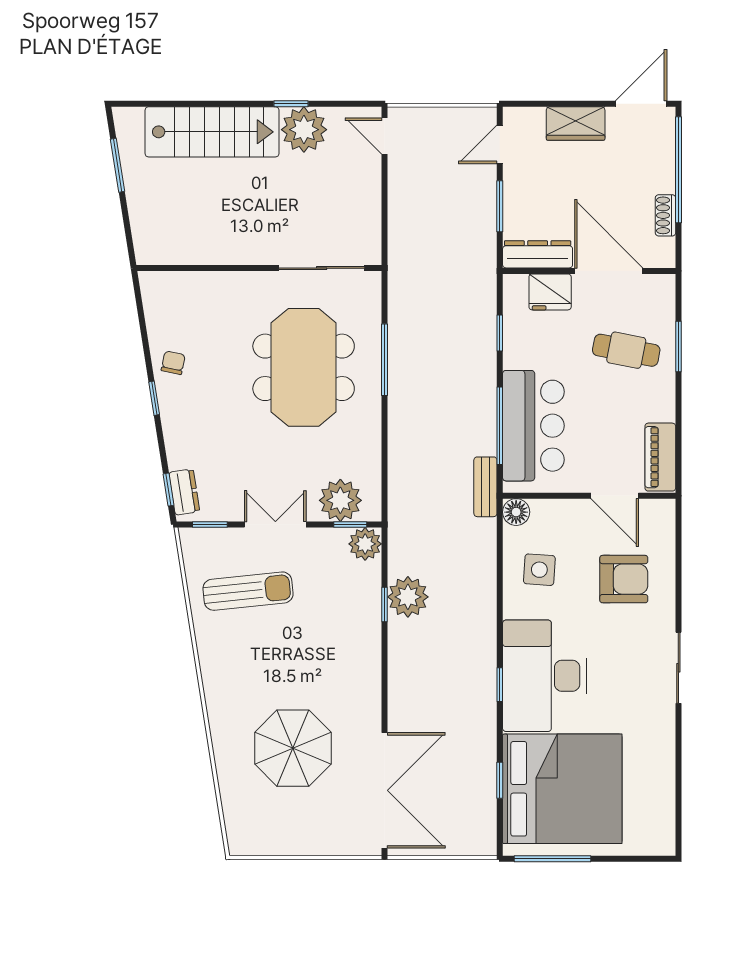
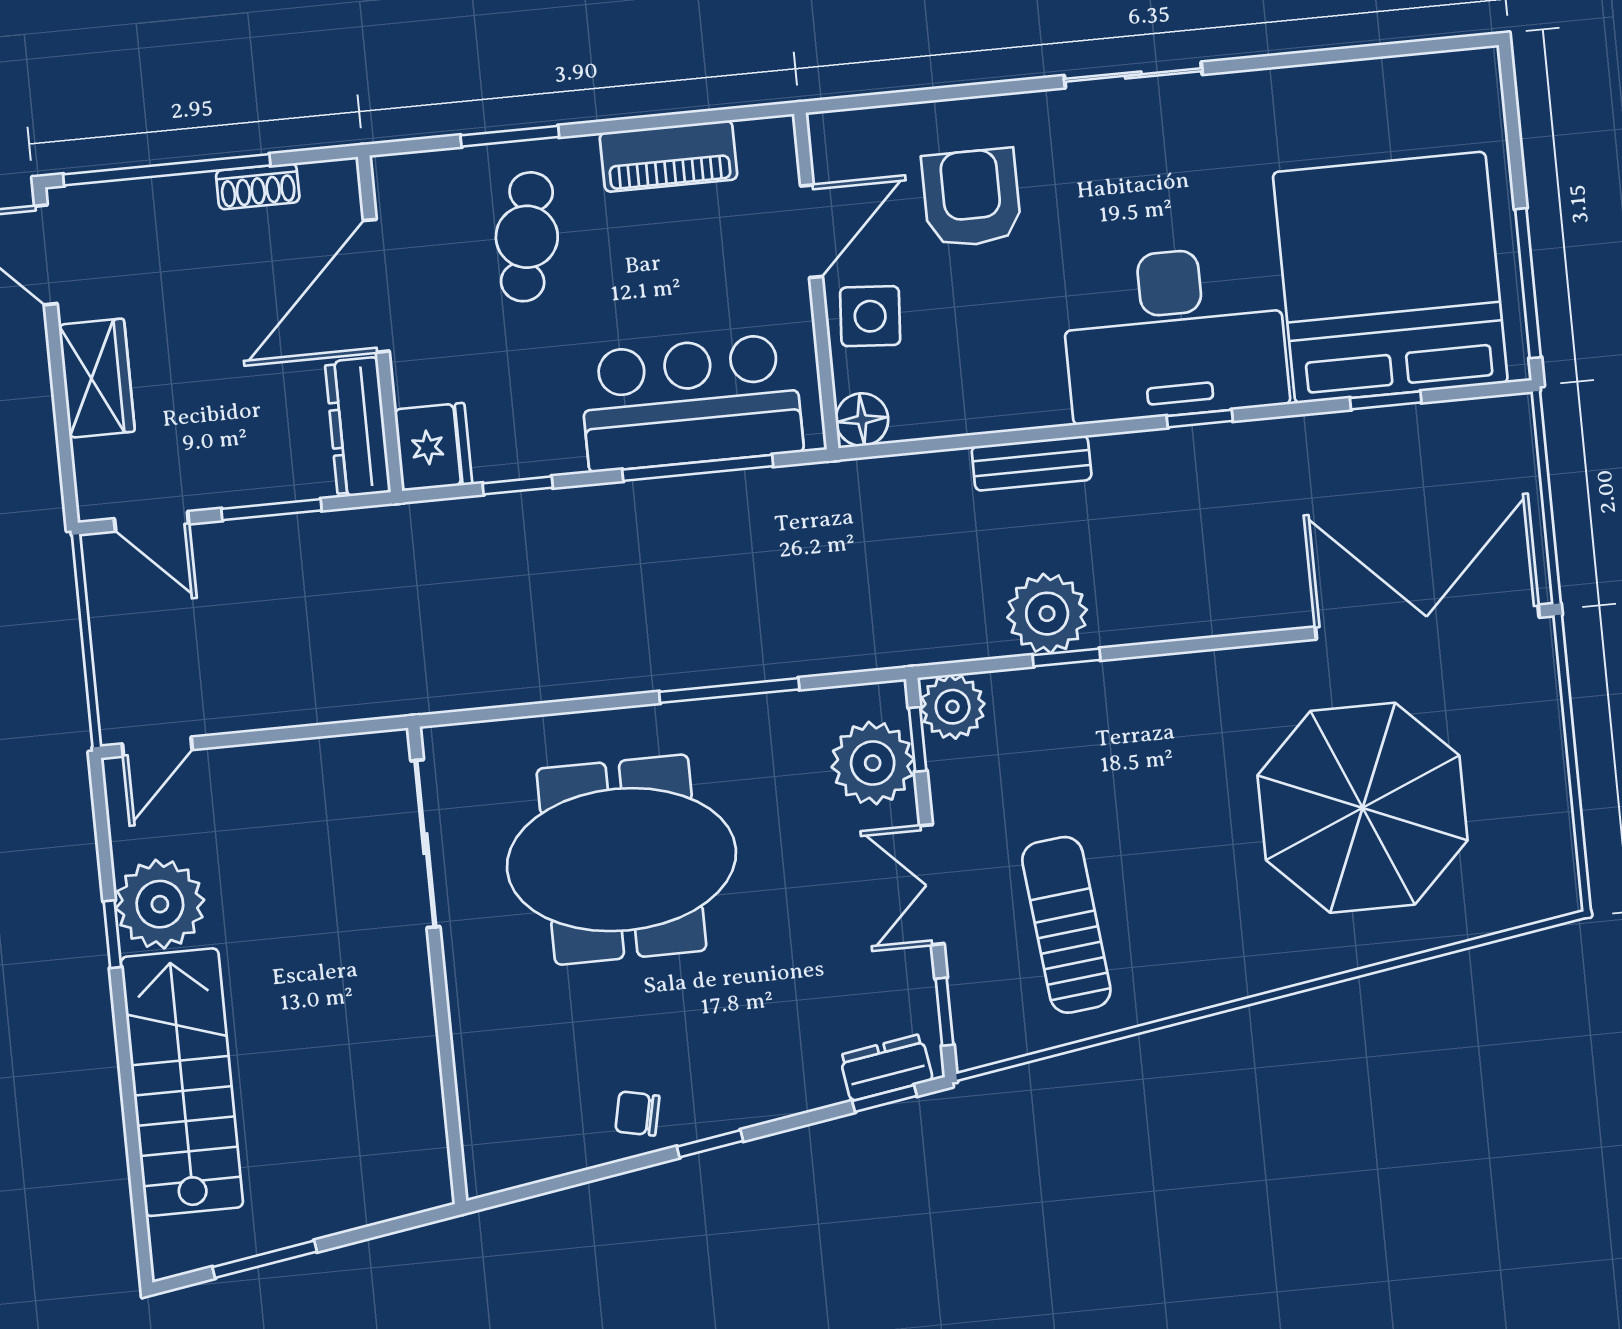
fridge: (550, 292) -> (433, 447), moved
window: (384, 360) -> (729, 691), moved
piano: (660, 457) -> (669, 156), moved
bench: (485, 487) -> (1032, 463), moved
side table: (539, 570) -> (870, 316), moved
parasol: (293, 748) -> (1363, 808), width x1.36, depth x1.36

